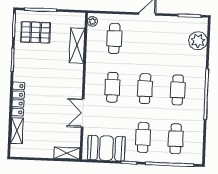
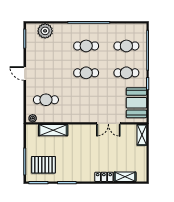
pallet: (35, 32) -> (43, 165), turned 90
cafe table: (112, 87) -> (86, 100), removed
locker: (18, 99) -> (104, 177), width x0.66

